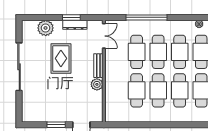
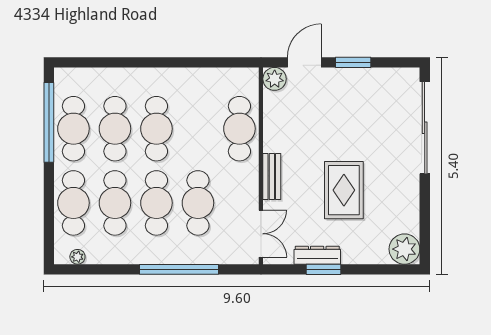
plant: (46, 28) -> (404, 249), moved
double door: (104, 36) -> (261, 234), swing flipped
sliding door: (19, 67) -> (425, 128), moved
plant: (97, 84) -> (275, 79), moved
cafe table: (137, 90) -> (239, 129), moved

